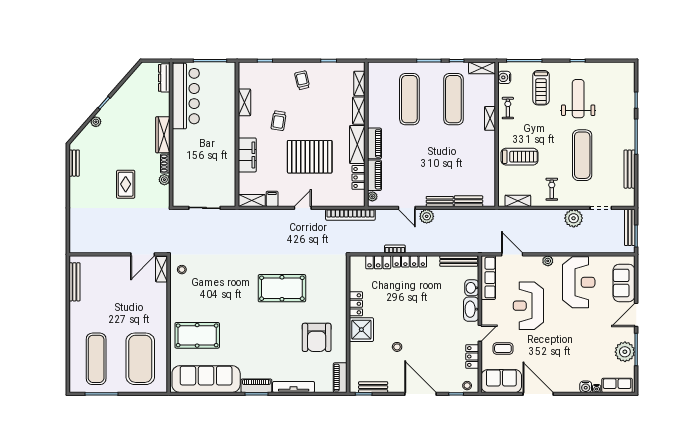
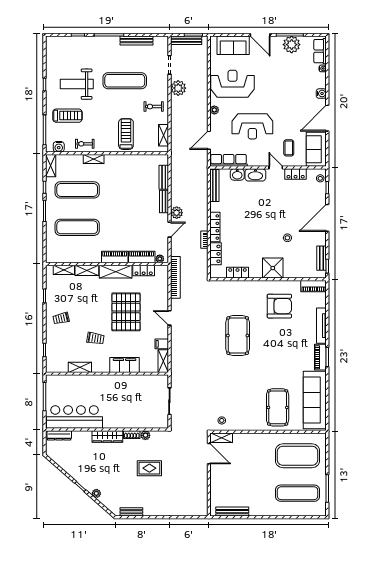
locker: (356, 304) -> (238, 273), moved
water cooler: (586, 387) -> (321, 94), moved

